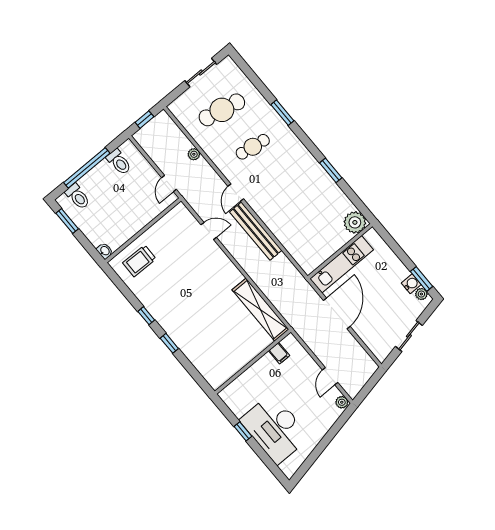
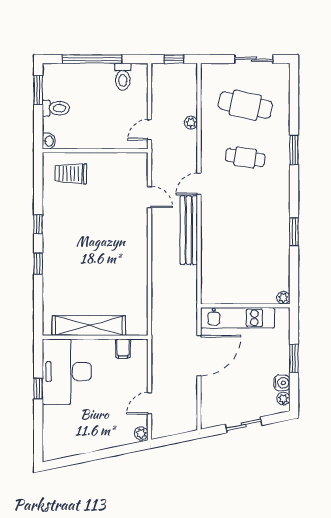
toilet: (78, 197) -> (56, 108), moved, turned -90
plant: (355, 222) -> (283, 298), width x0.53, depth x0.53
window: (421, 279) -> (294, 358), moved
shelving: (260, 310) -> (89, 326), moved, turned 90
desk: (275, 429) -> (67, 372), moved

